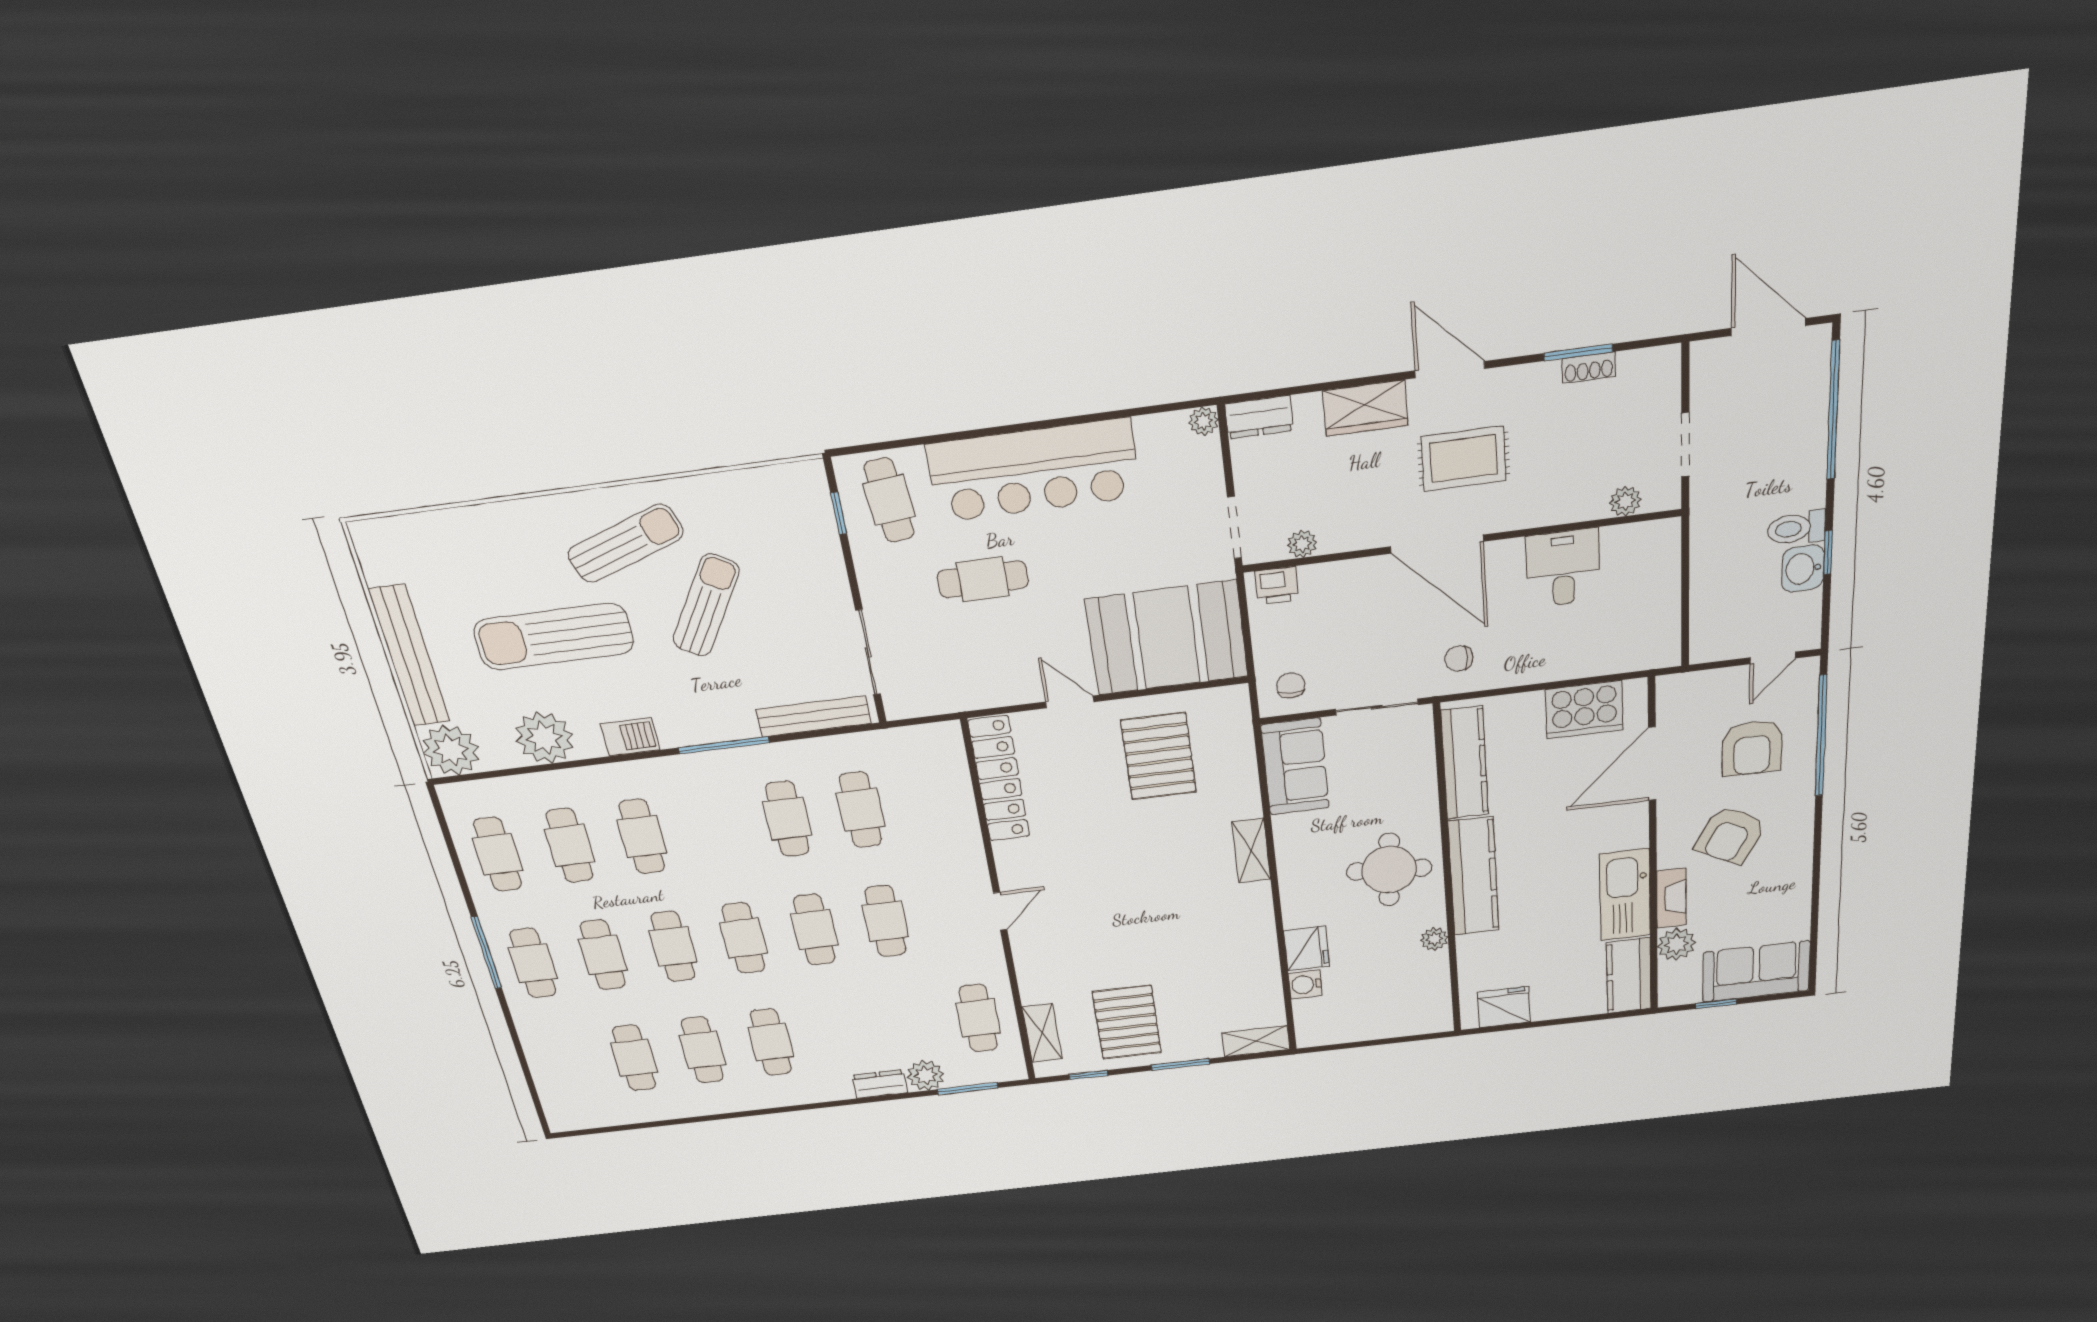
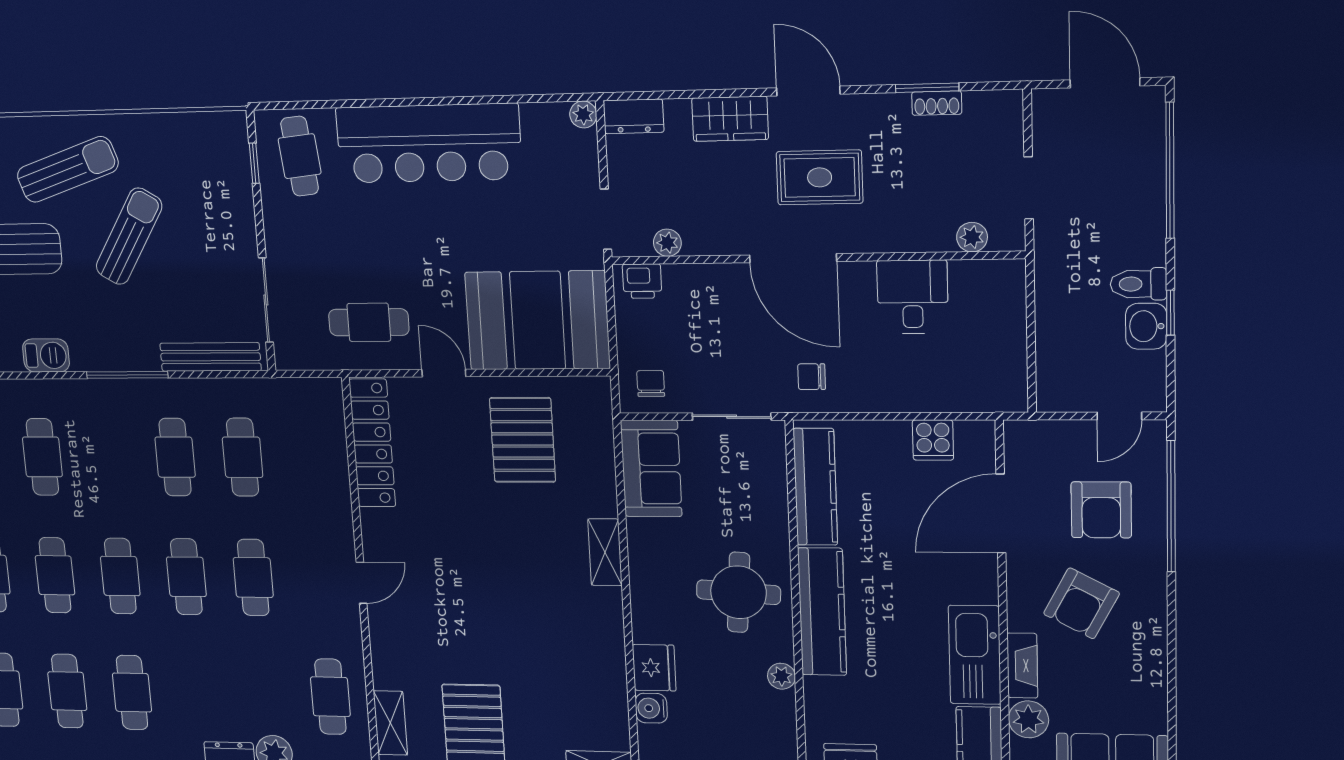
cafe table: (983, 579) -> (369, 322), moved
cooker: (1584, 710) -> (933, 440), width x0.53, depth x0.76

